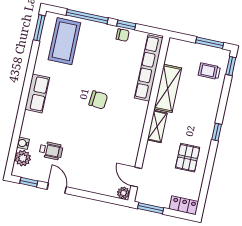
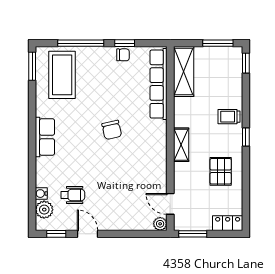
trolley: (209, 71) -> (229, 117), moved
shelving: (168, 88) -> (184, 72), moved
chair: (98, 100) -> (112, 130), turned 72

